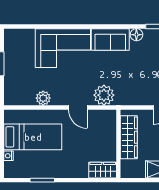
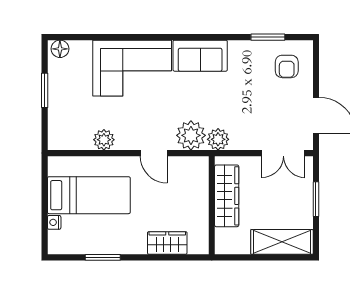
floor lamp: (136, 35) -> (60, 49), moved
plant: (123, 98) -> (218, 139), added
wardrobe: (103, 170) -> (167, 243), moved

